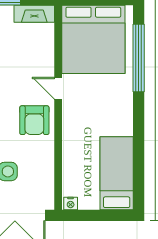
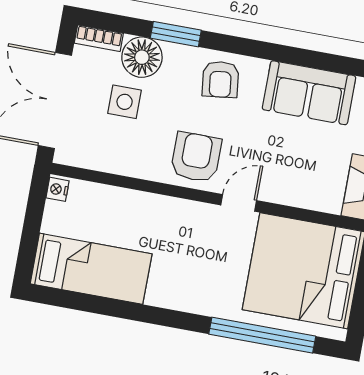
armchair: (34, 120) -> (196, 157), turned 90

